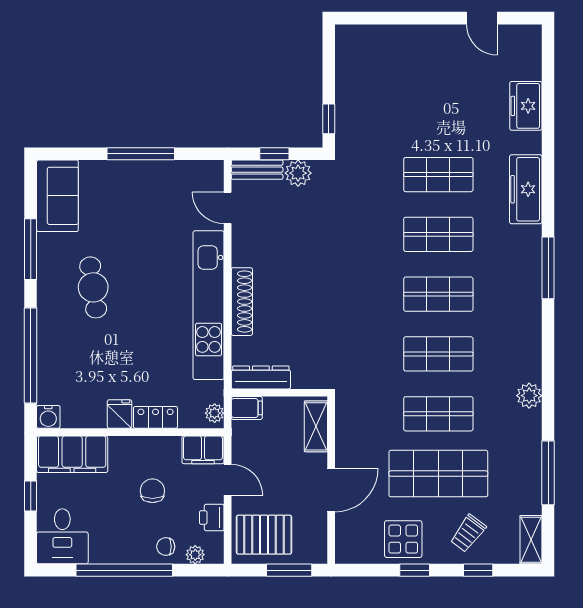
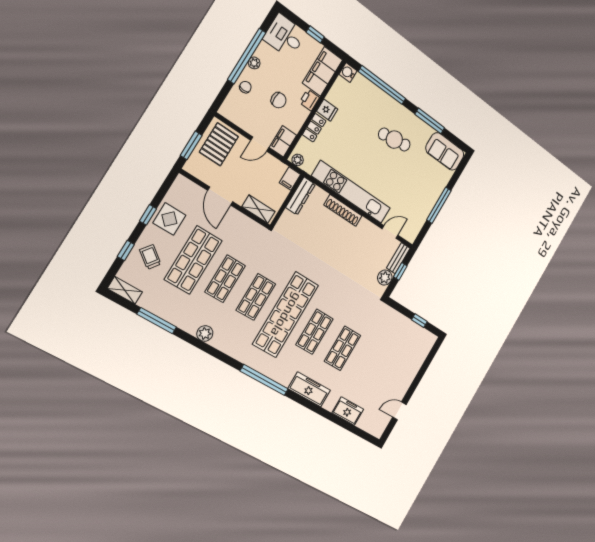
window: (329, 119) -> (419, 321), moved
window: (548, 268) -> (264, 380), width x1.46
shop shelf: (438, 294) -> (286, 315), width x2.00, depth x1.36
printer: (212, 517) -> (309, 100), moved, turned -90
plant: (195, 555) -> (254, 63), moved

